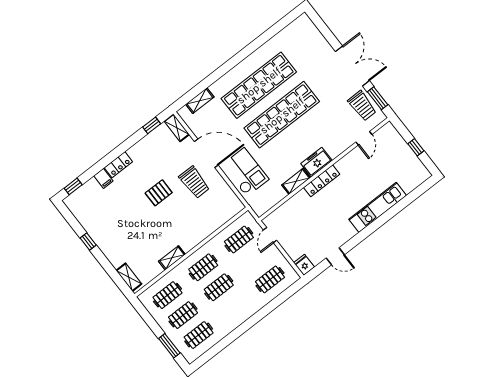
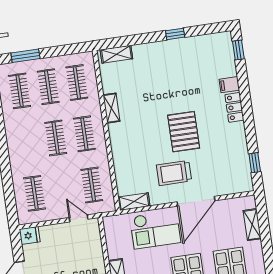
shelving: (177, 128) -> (134, 202), moved
pallet: (159, 193) -> (184, 132), width x1.50, depth x1.42

